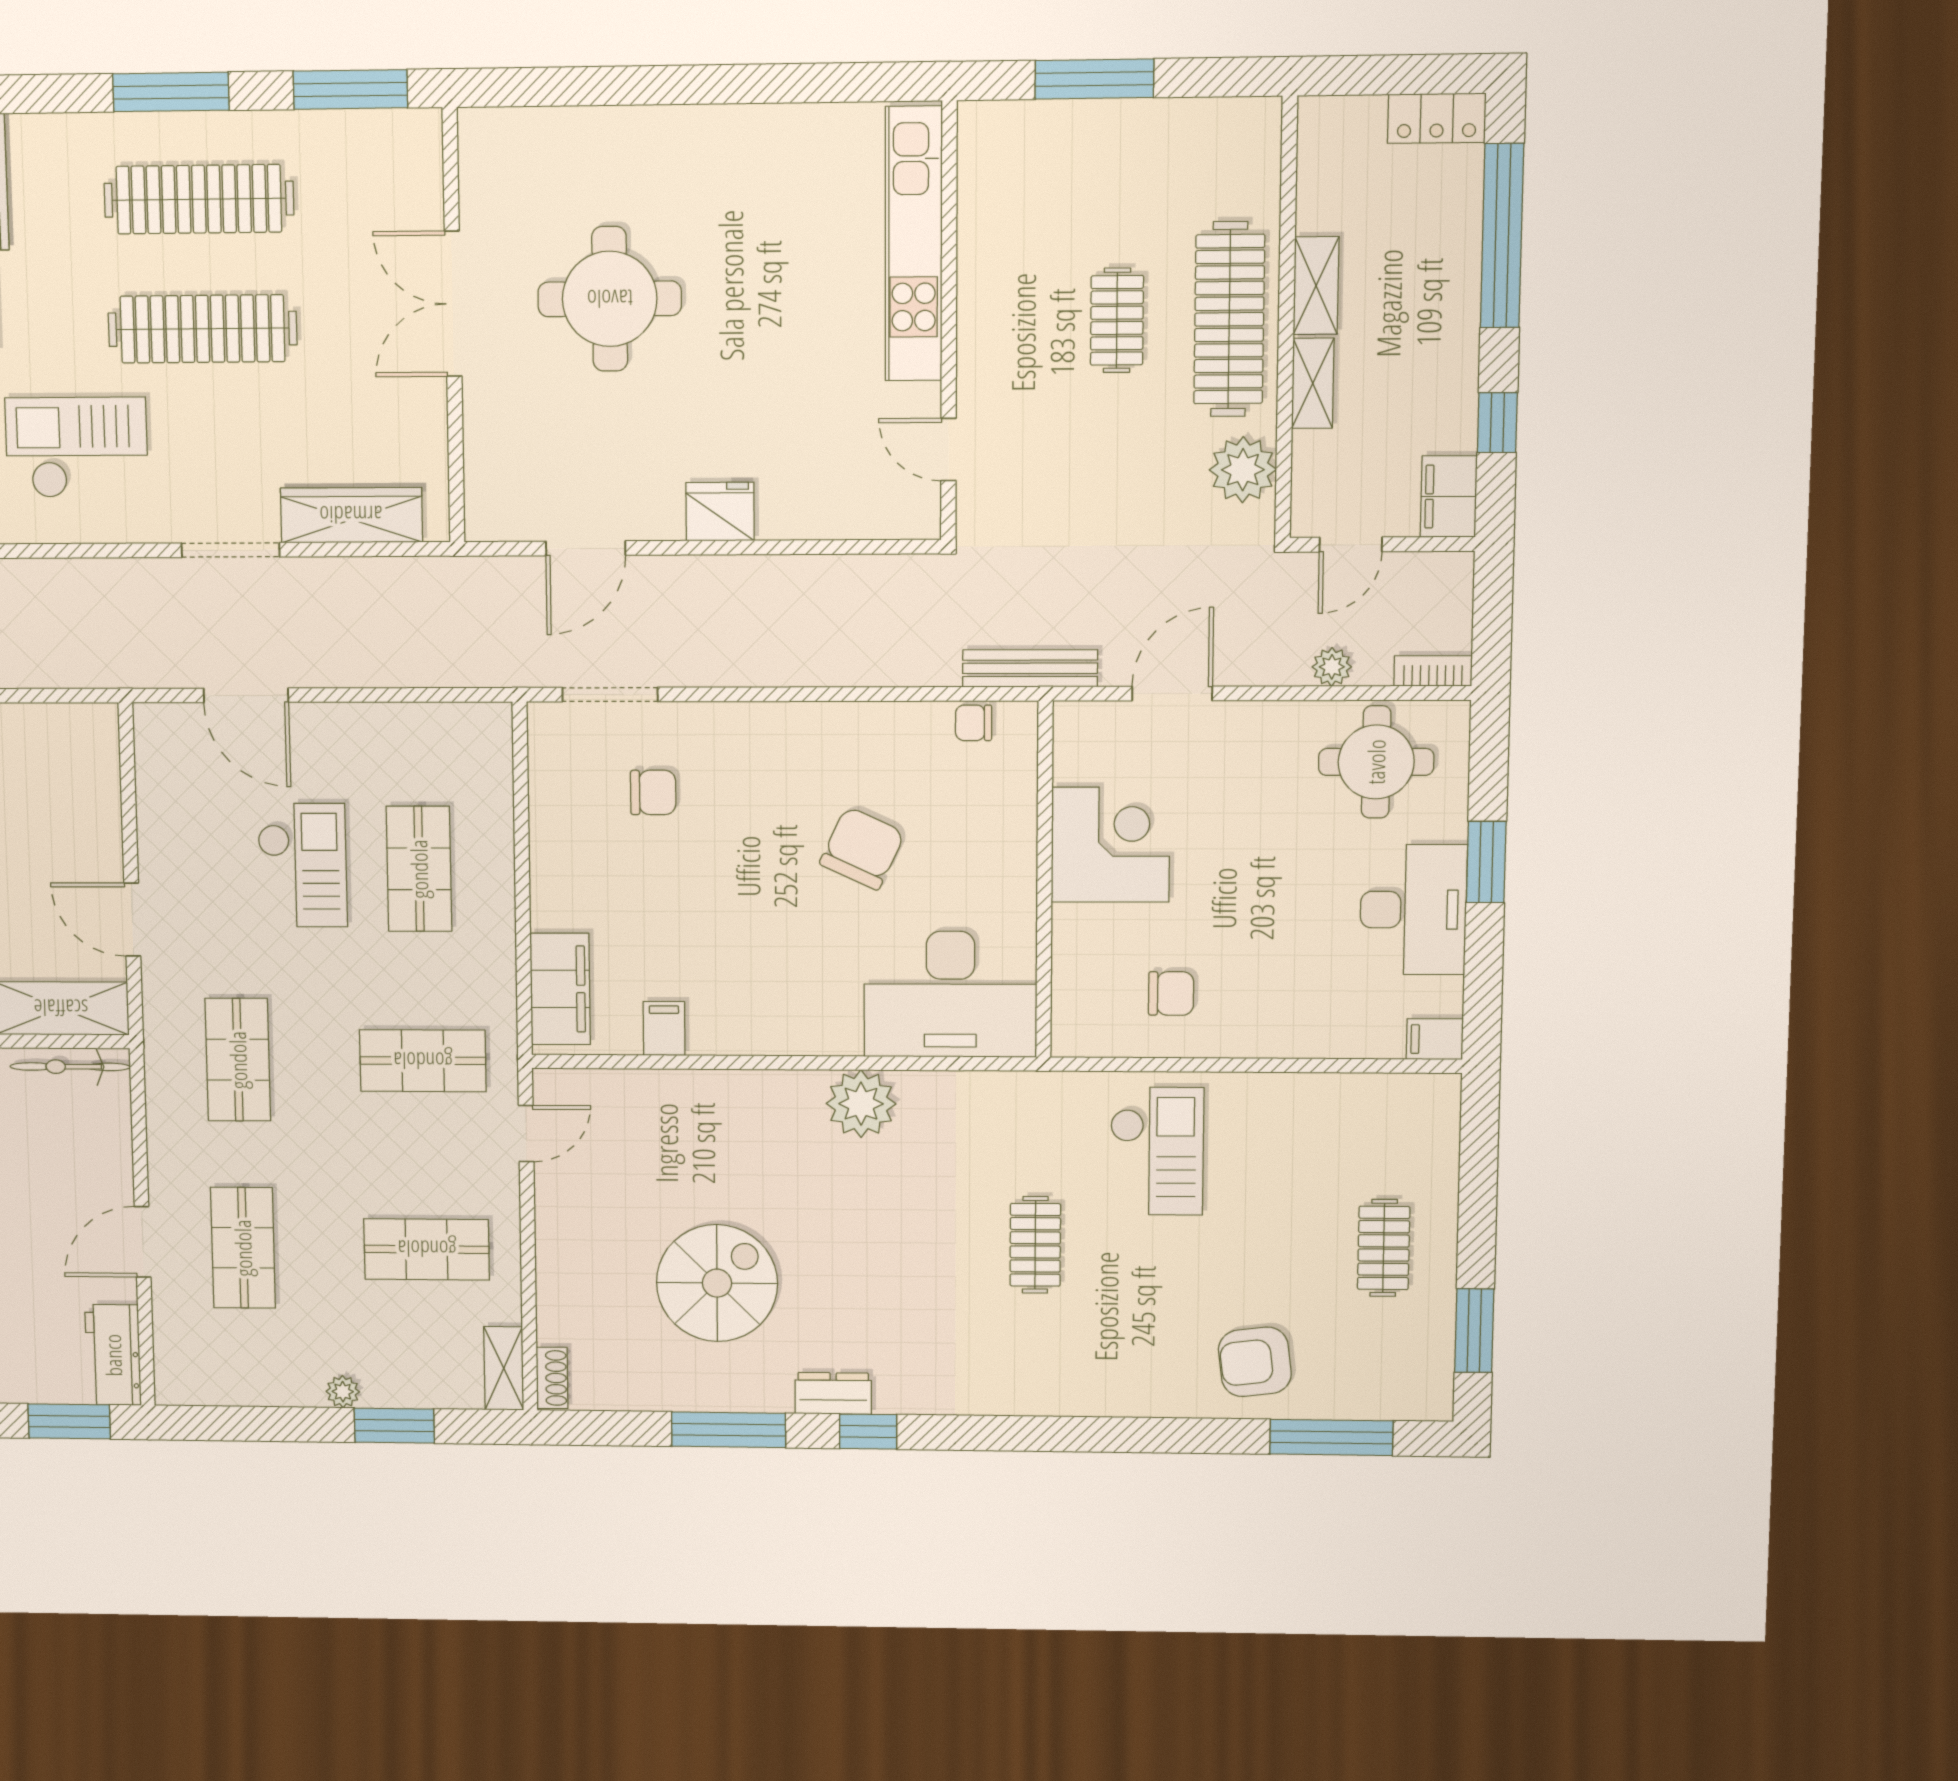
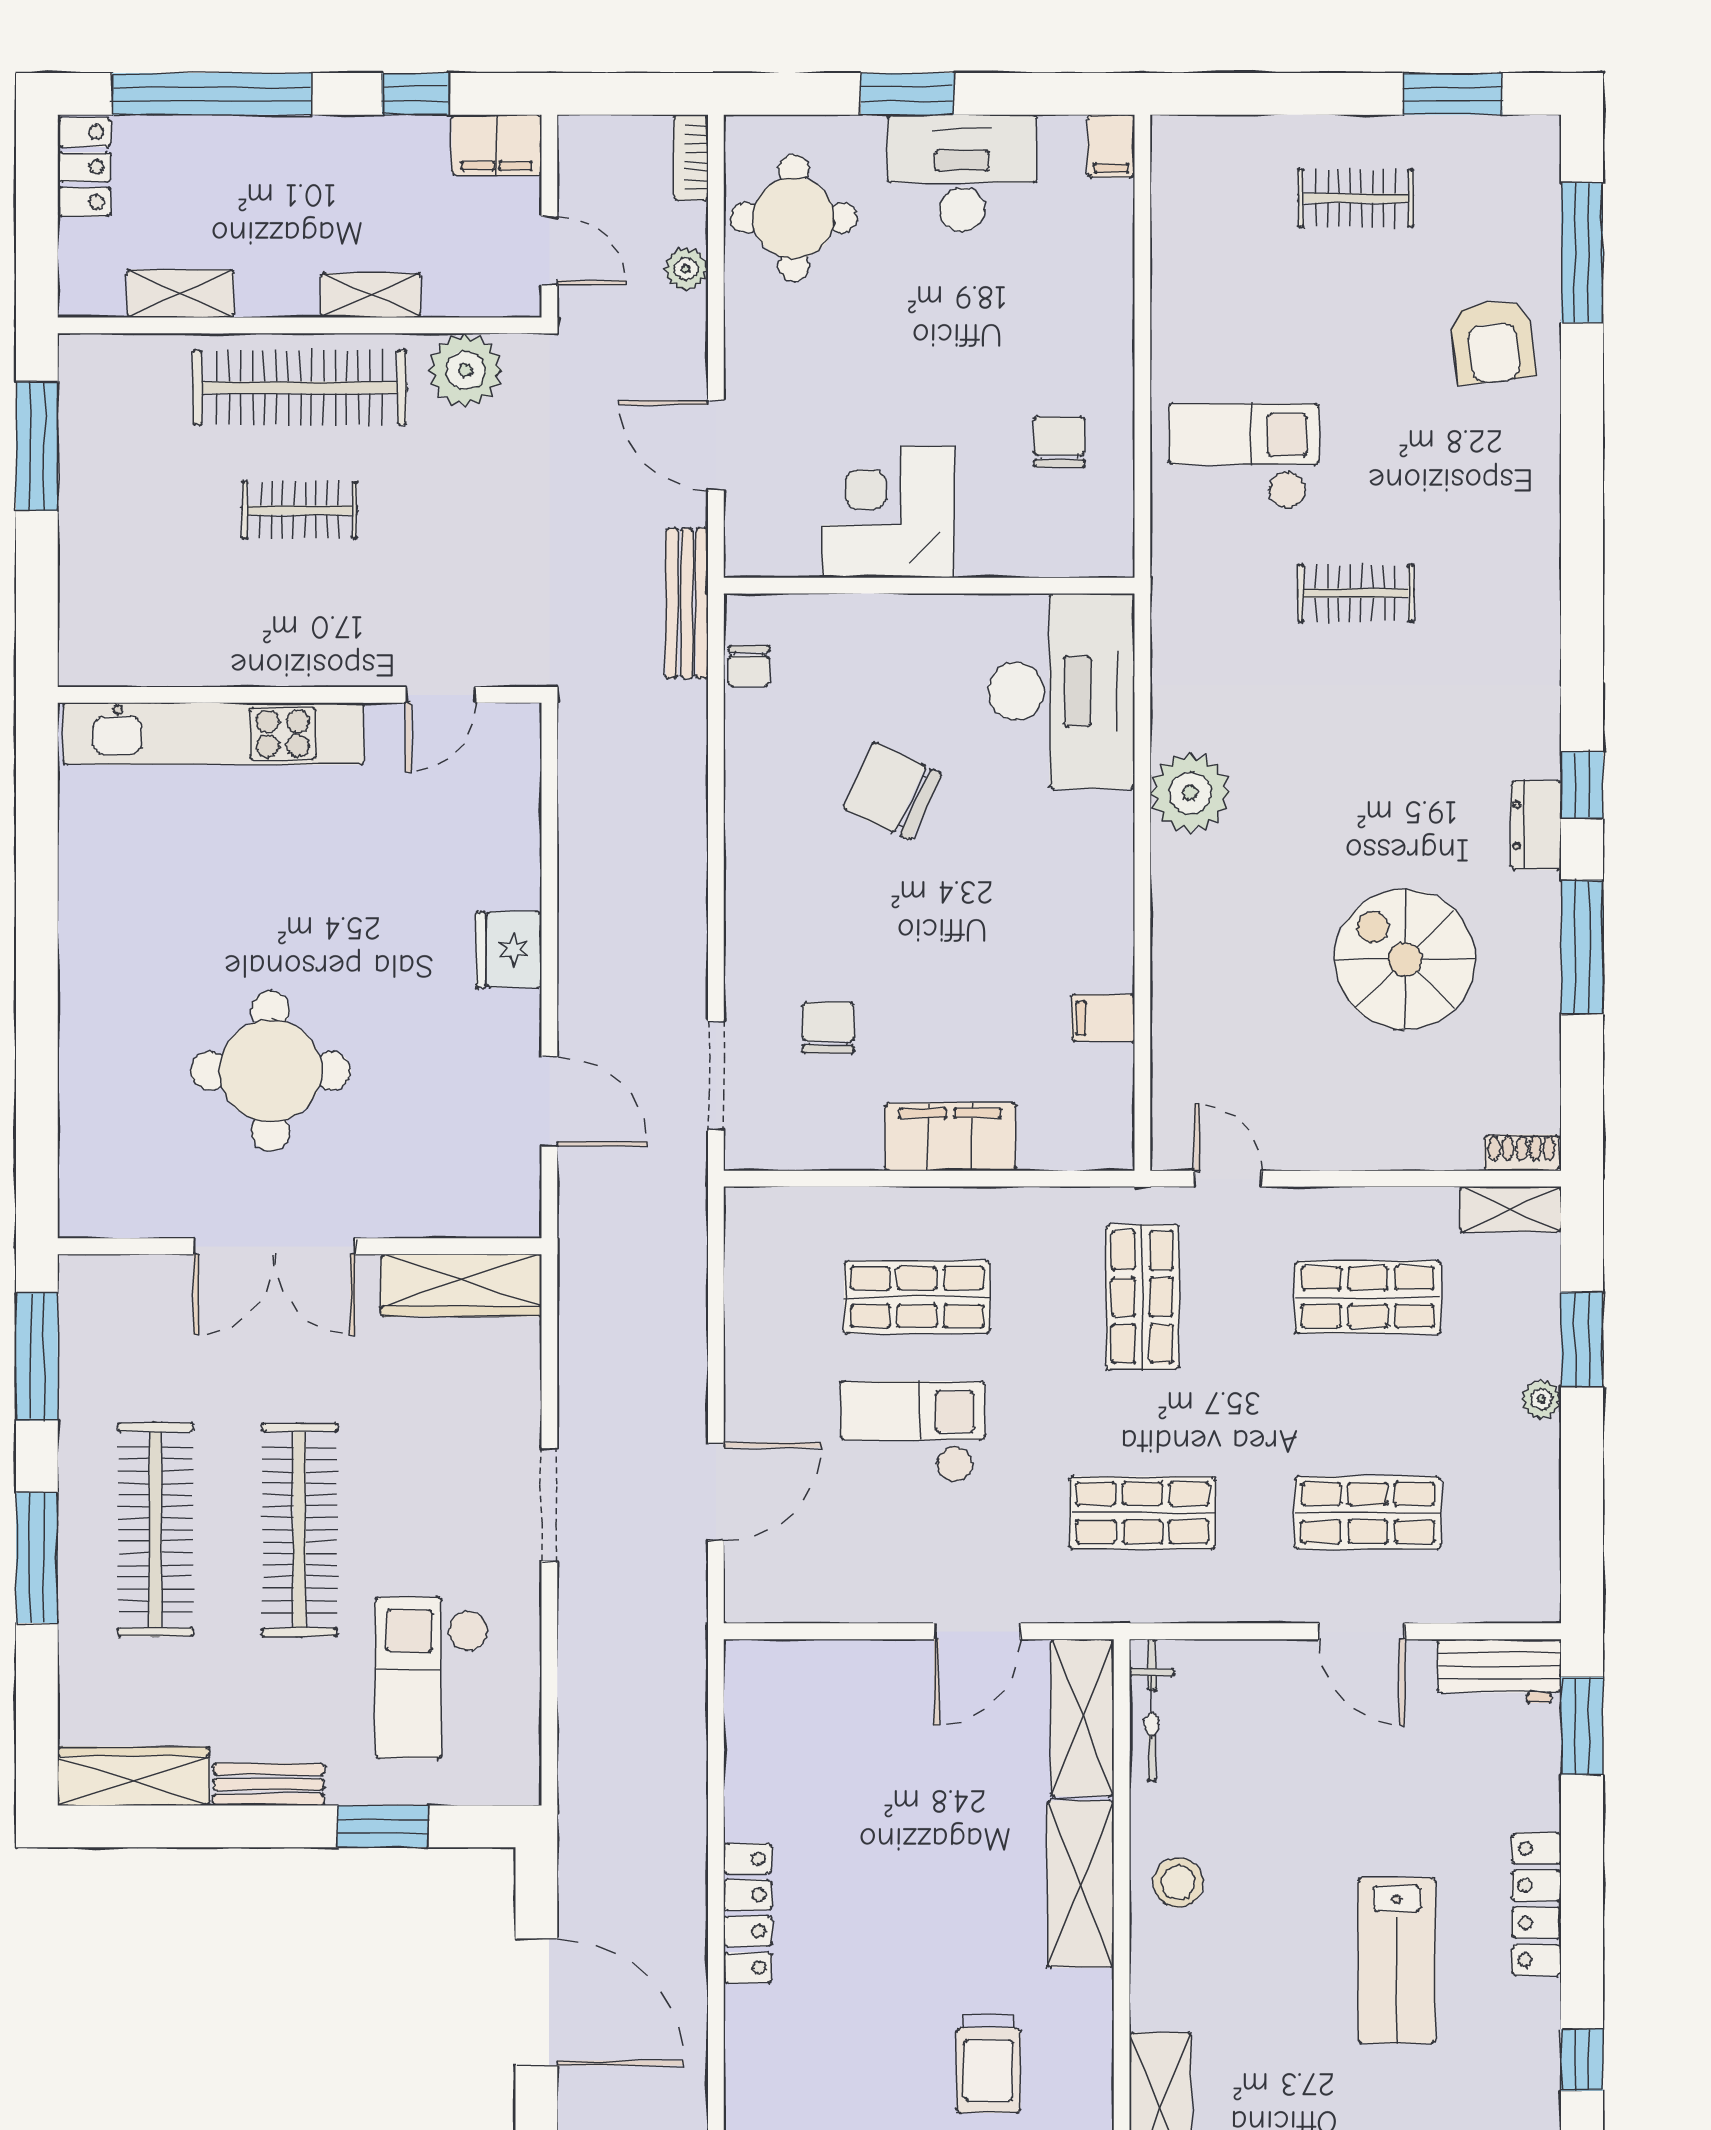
window: (1094, 79) -> (37, 446), moved
shelving: (1316, 286) -> (181, 294), moved
wardrobe: (351, 515) -> (461, 1285), moved, turned -90
filing cabinet: (560, 989) -> (950, 1137), moved
shop shelf: (427, 1249) -> (1368, 1297), turned 90

